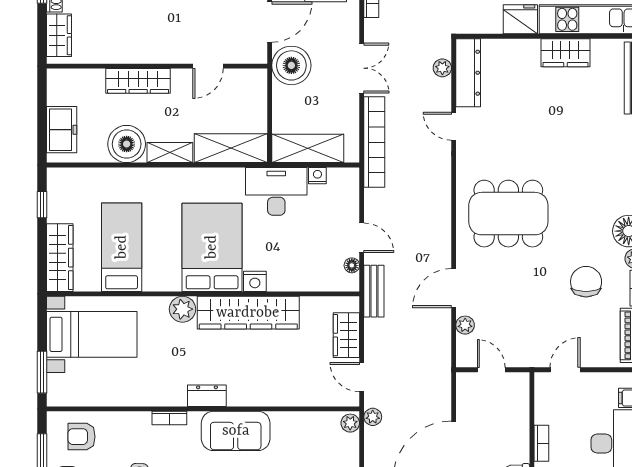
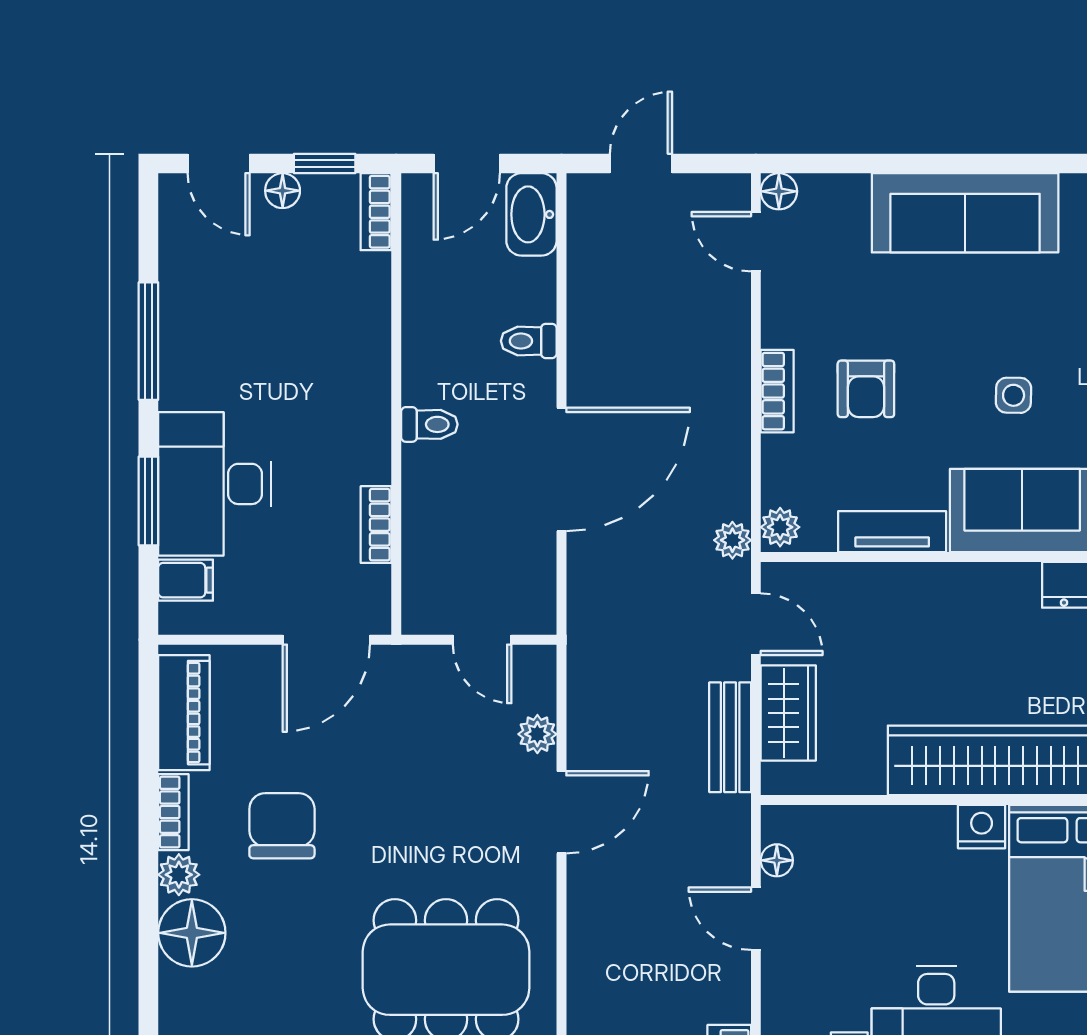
chair: (586, 282) -> (282, 826), turned 180
bench: (374, 291) -> (730, 737), moved
door: (565, 370) -> (326, 640), width x1.38
tv unit: (297, 421) -> (892, 532), added
bookcase: (541, 443) -> (376, 525), moved

